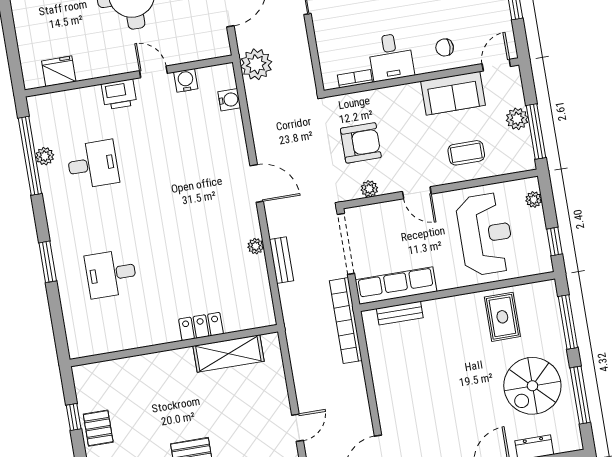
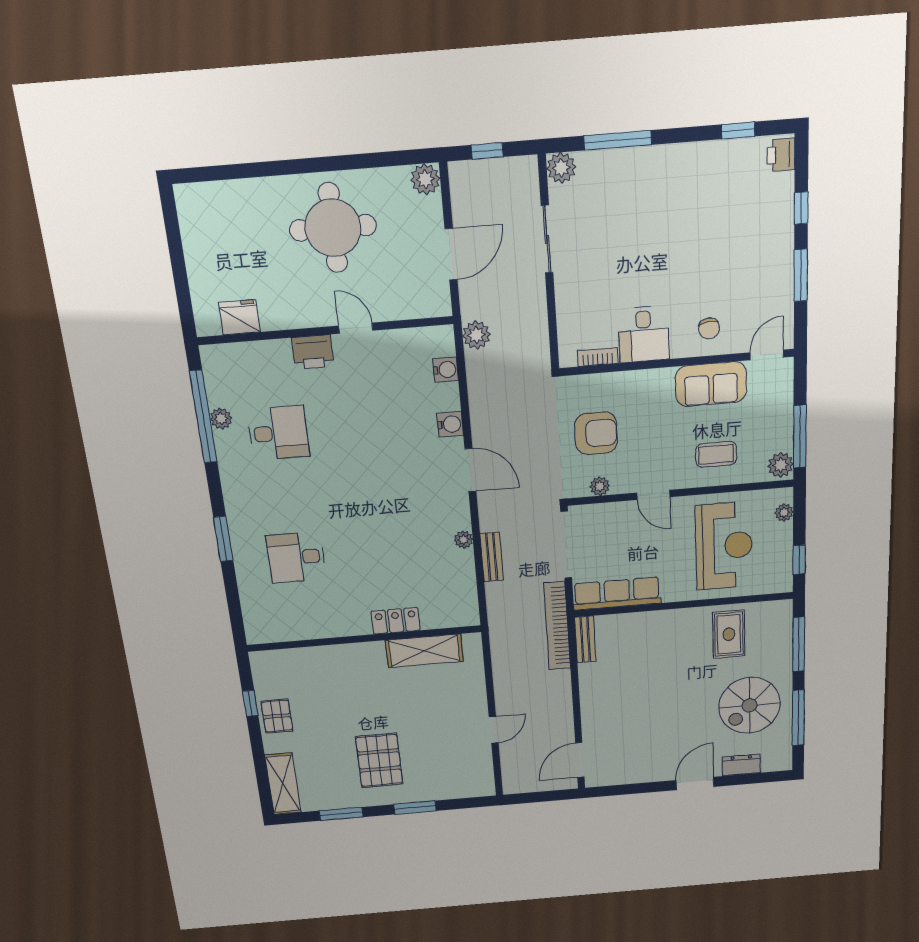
chair: (445, 47) -> (709, 328), turned -96
plant: (256, 64) -> (476, 335), width x0.73, depth x0.73
water cooler: (186, 80) -> (450, 424), moved, turned 90
plant: (517, 119) -> (781, 465), moved
bench: (400, 313) -> (585, 639), moved, turned 90

